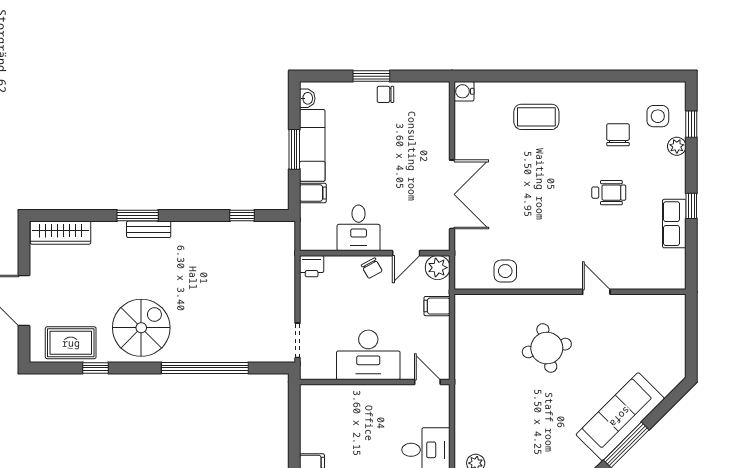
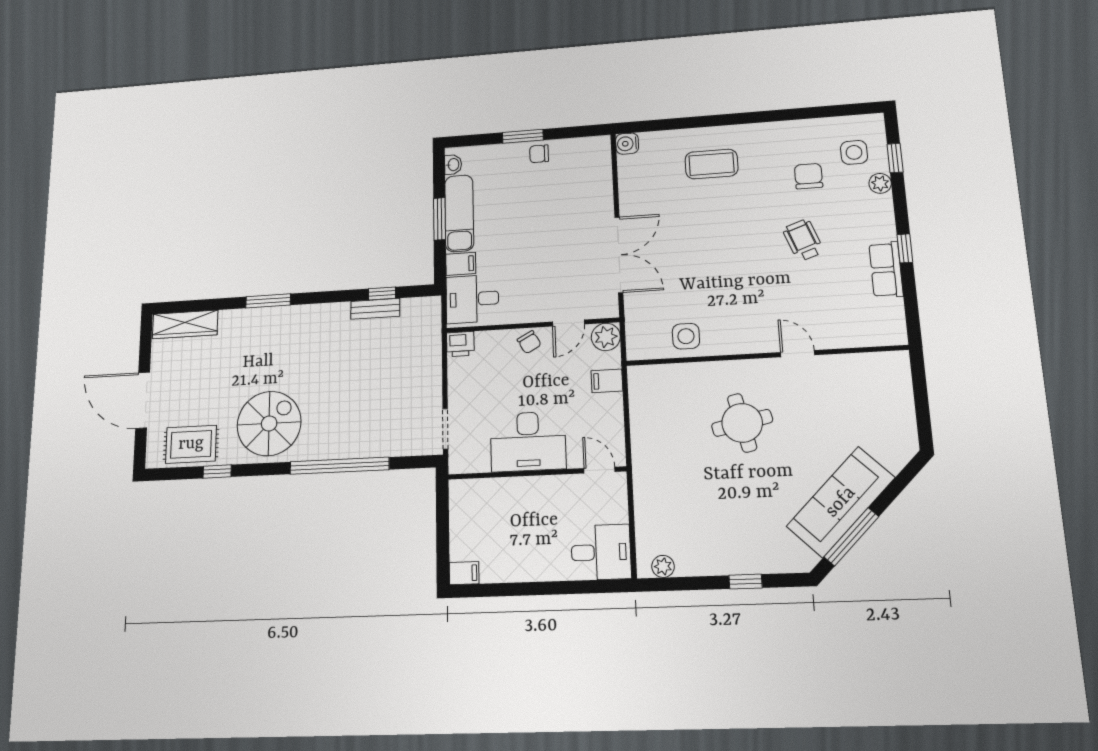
wheelchair: (609, 193) -> (803, 240), turned -110
desk: (359, 228) -> (472, 299), moved, turned 90
bench: (149, 229) -> (375, 309), moved

